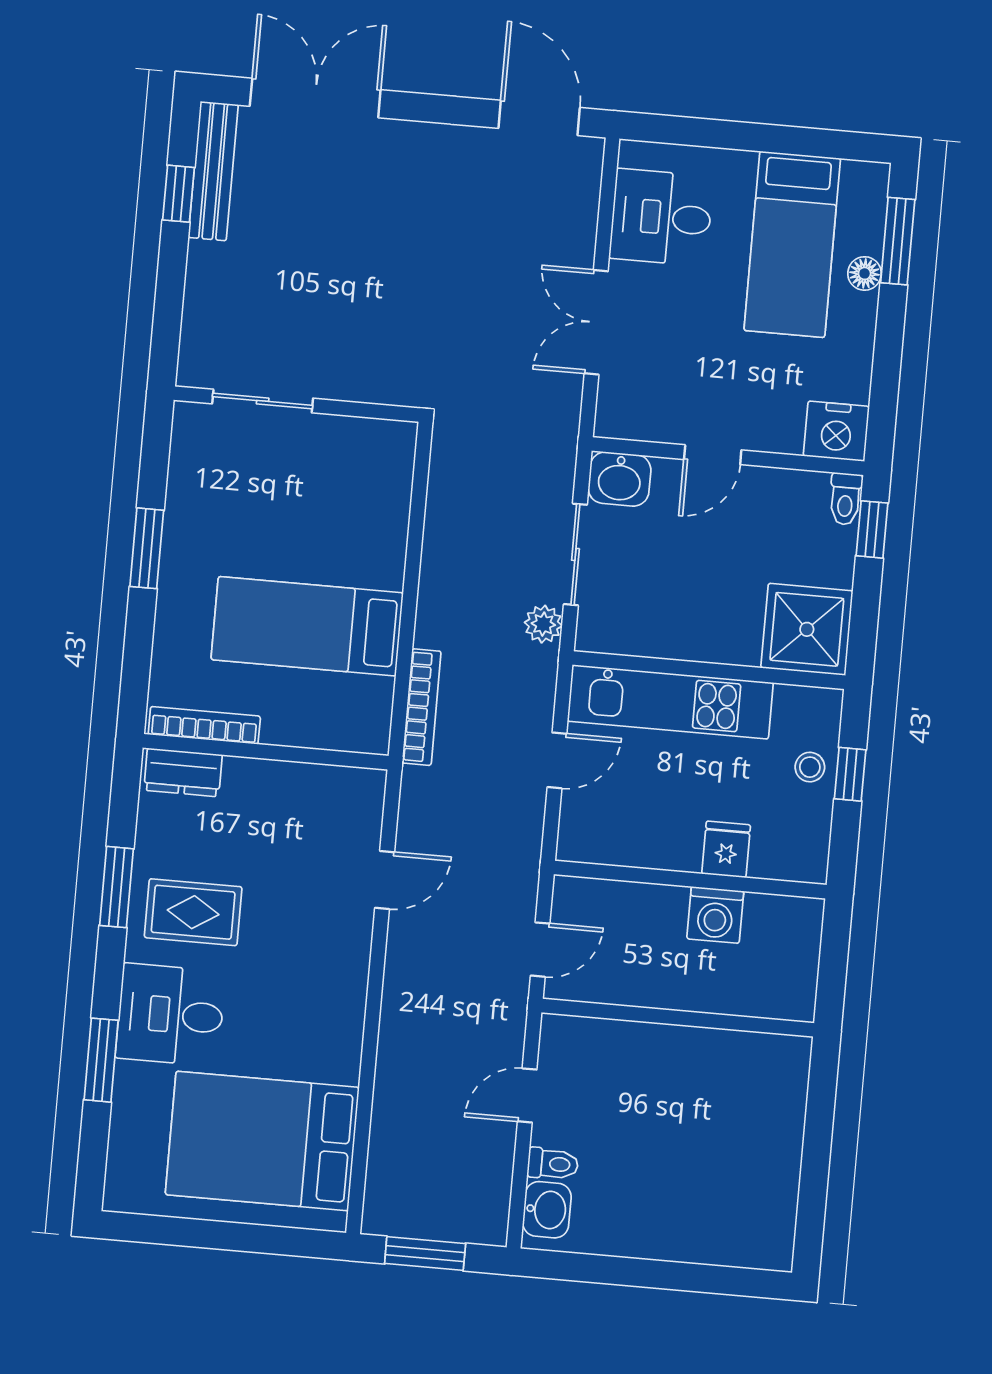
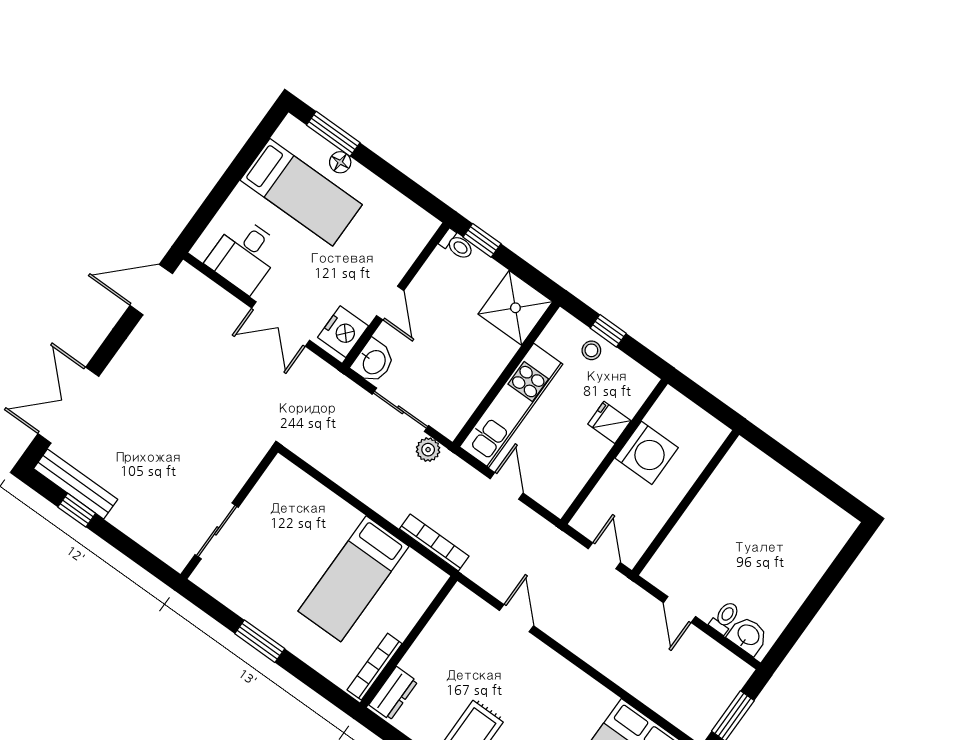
nightstand: (836, 431) -> (343, 332), moved
washing machine: (715, 915) -> (647, 453), width x1.37, depth x1.37

